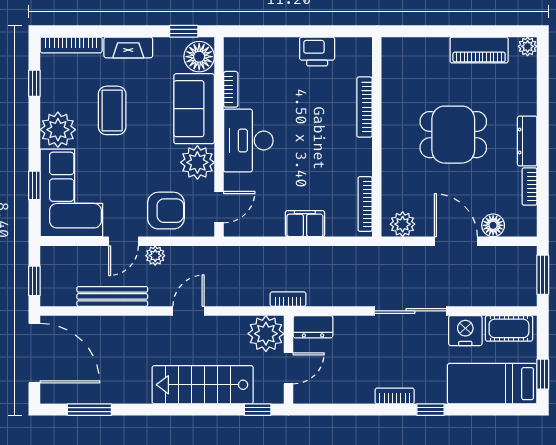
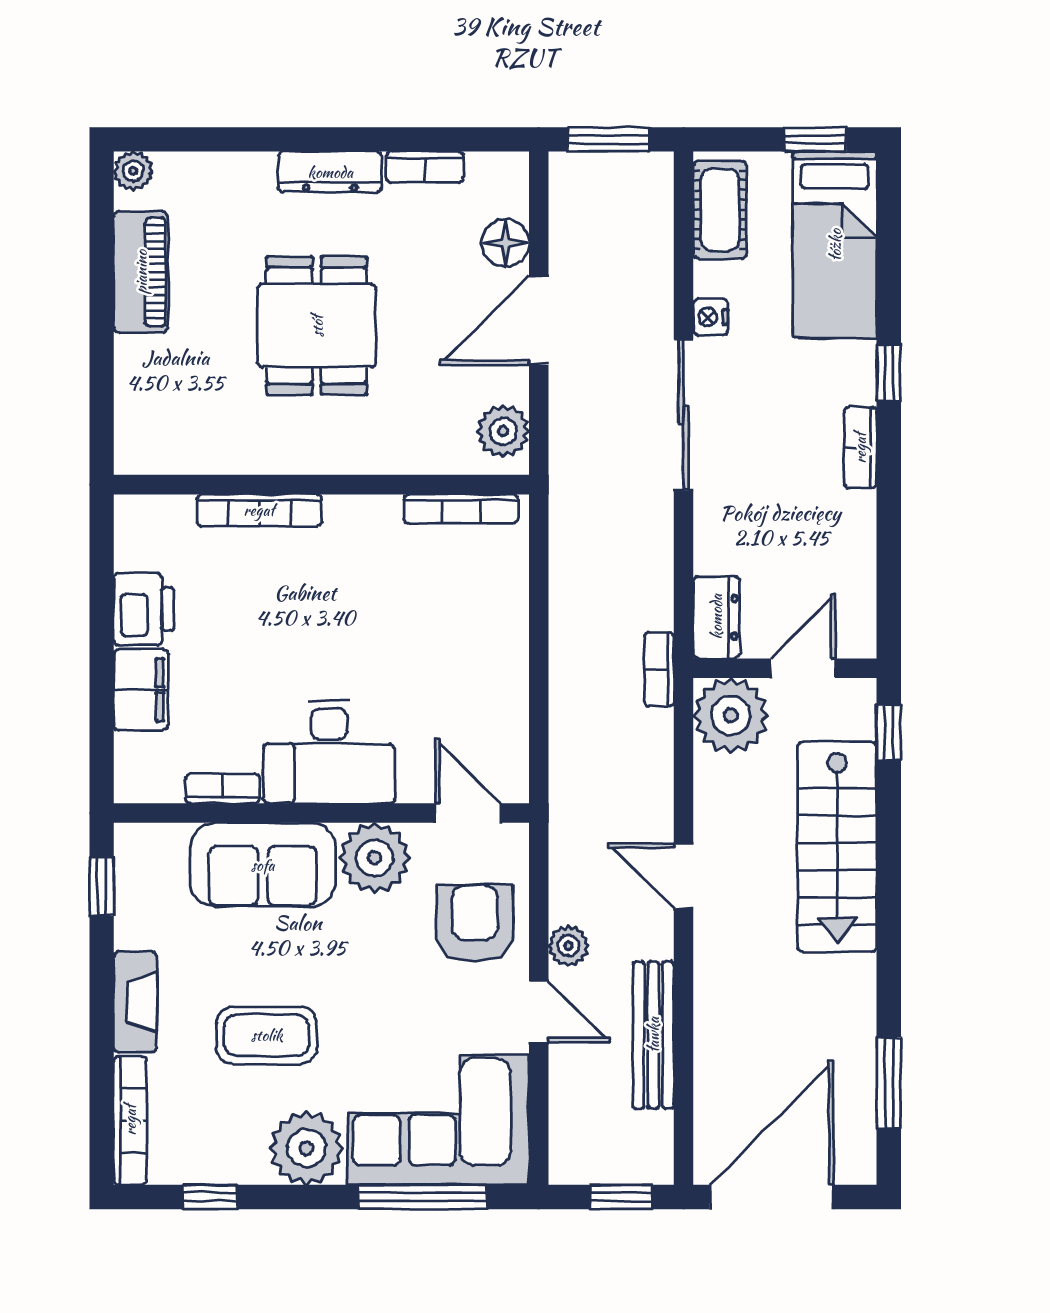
floor lamp: (199, 57) -> (155, 854), removed
window: (34, 185) -> (422, 1197), width x2.17
filing cabinet: (305, 224) -> (141, 690), moved, turned 180
nightstand: (465, 331) -> (711, 317), width x0.53, depth x0.56
door: (289, 368) -> (803, 668), hinge flipped

